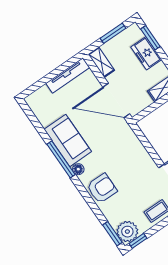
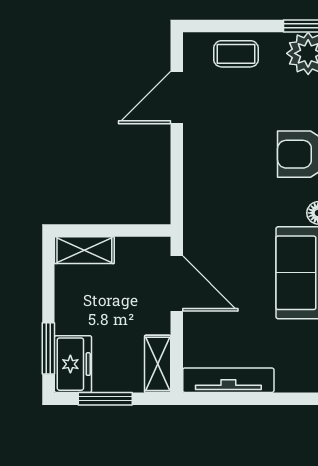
freezer: (146, 53) -> (73, 364), moved
door: (116, 100) -> (177, 283), width x0.73

